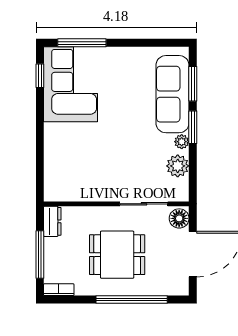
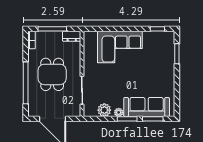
window: (82, 43) -> (177, 54), width x0.69
corner sofa: (71, 84) -> (120, 47), moved
floor lamp: (179, 218) -> (73, 111), removed

